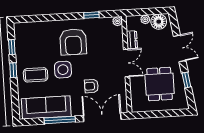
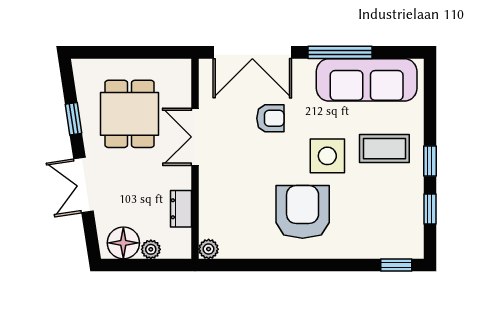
window: (91, 15) -> (396, 265), moved
double door: (127, 63) -> (195, 137), moved

